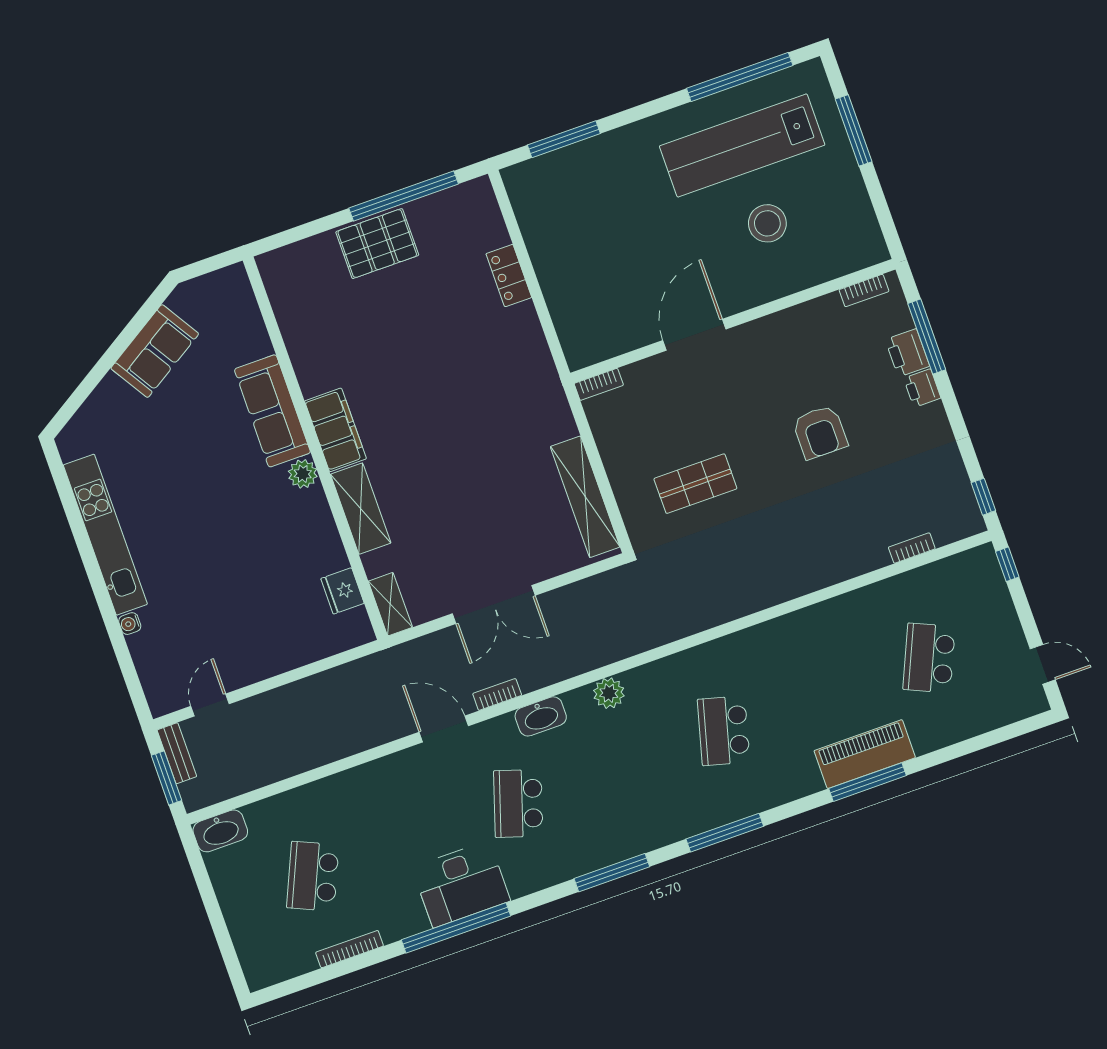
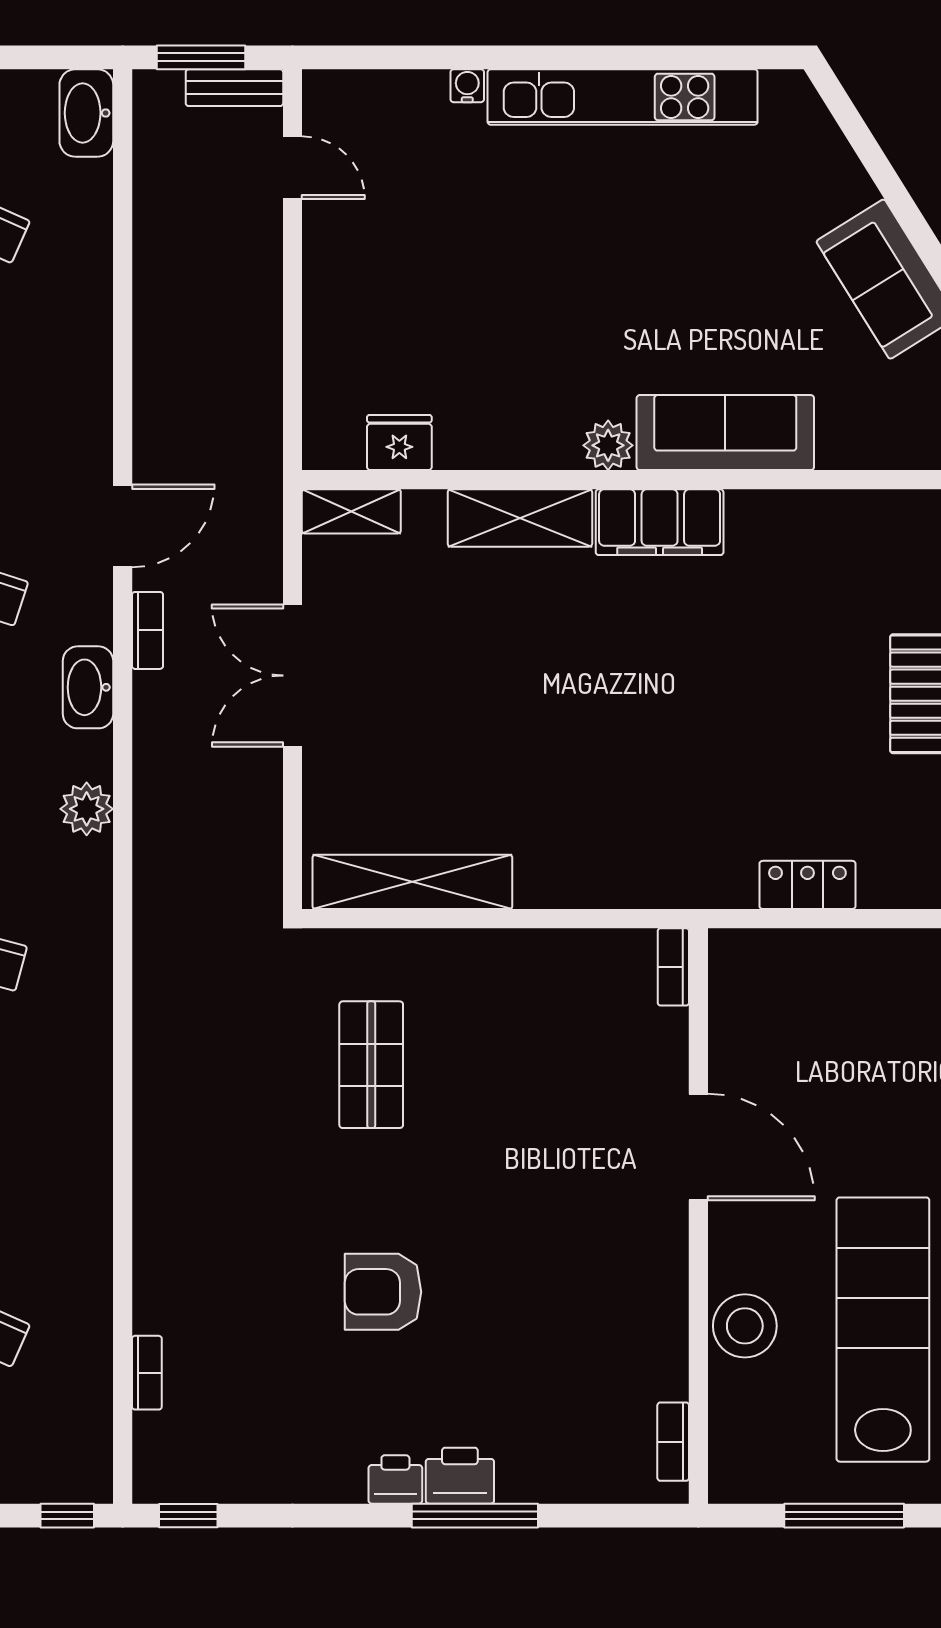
bookcase: (864, 291) -> (673, 1442), moved
wall: (733, 321) -> (698, 1216), moved
door: (694, 335) -> (698, 1147), moved
bookcase: (599, 384) -> (673, 967), moved

